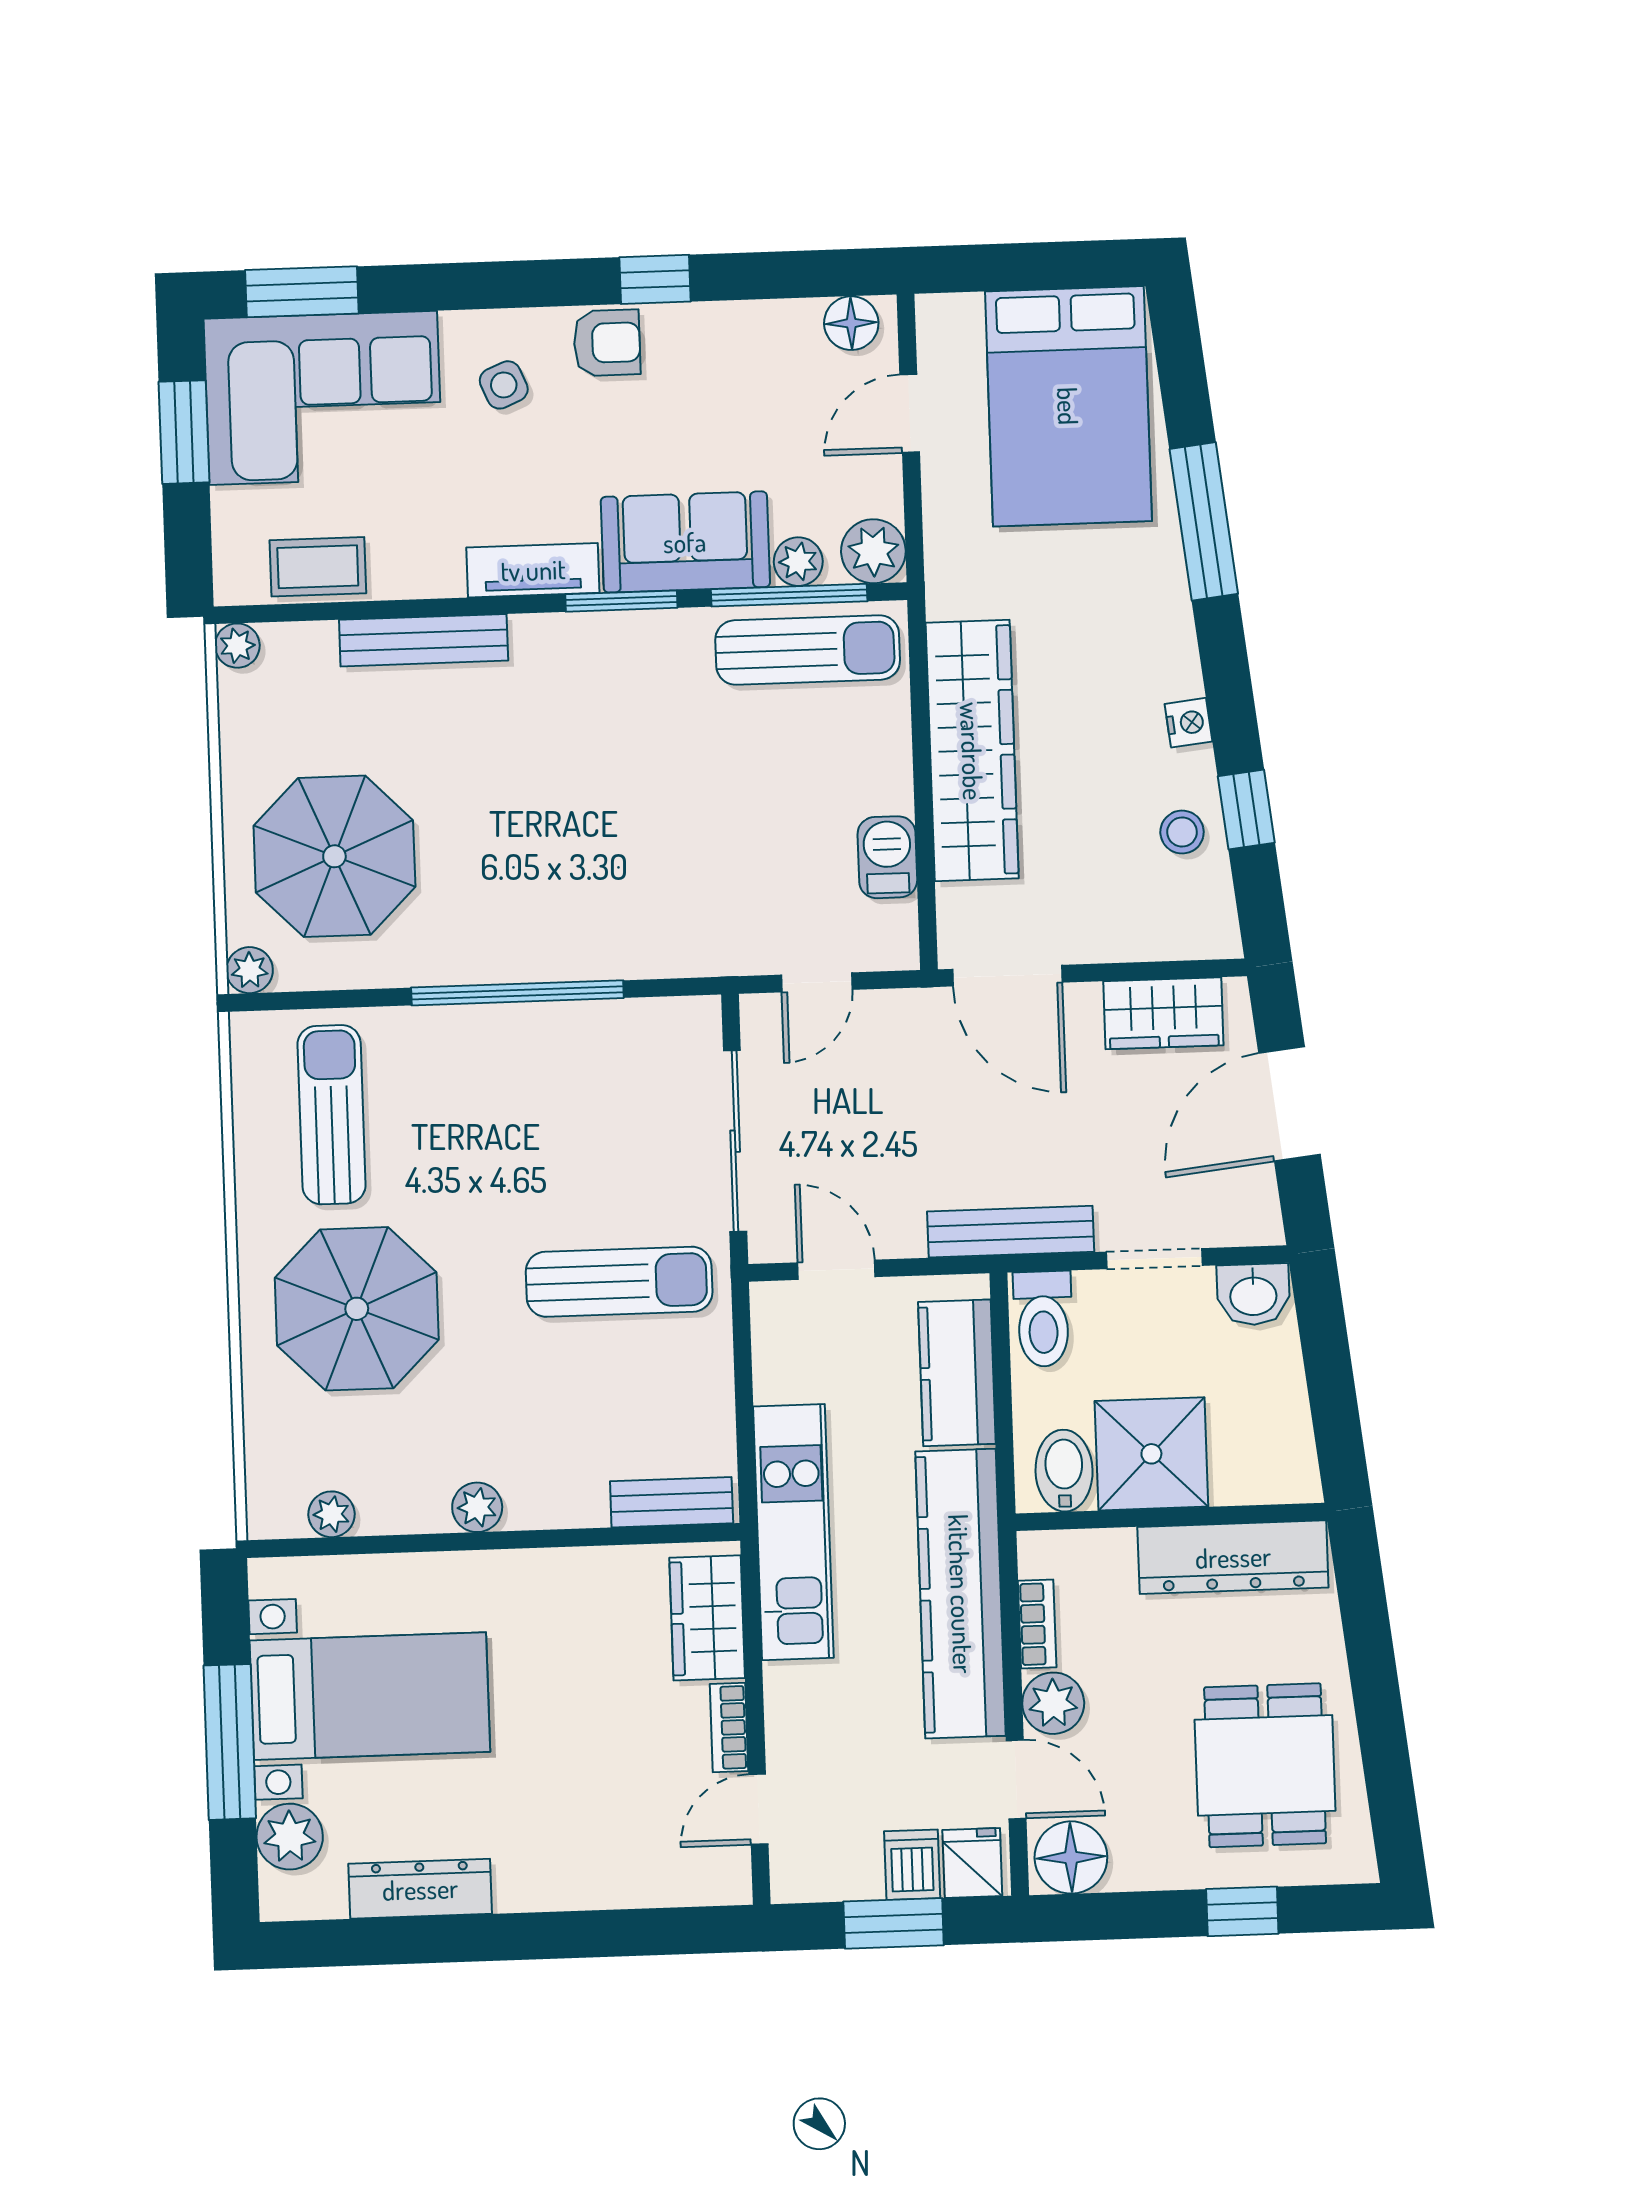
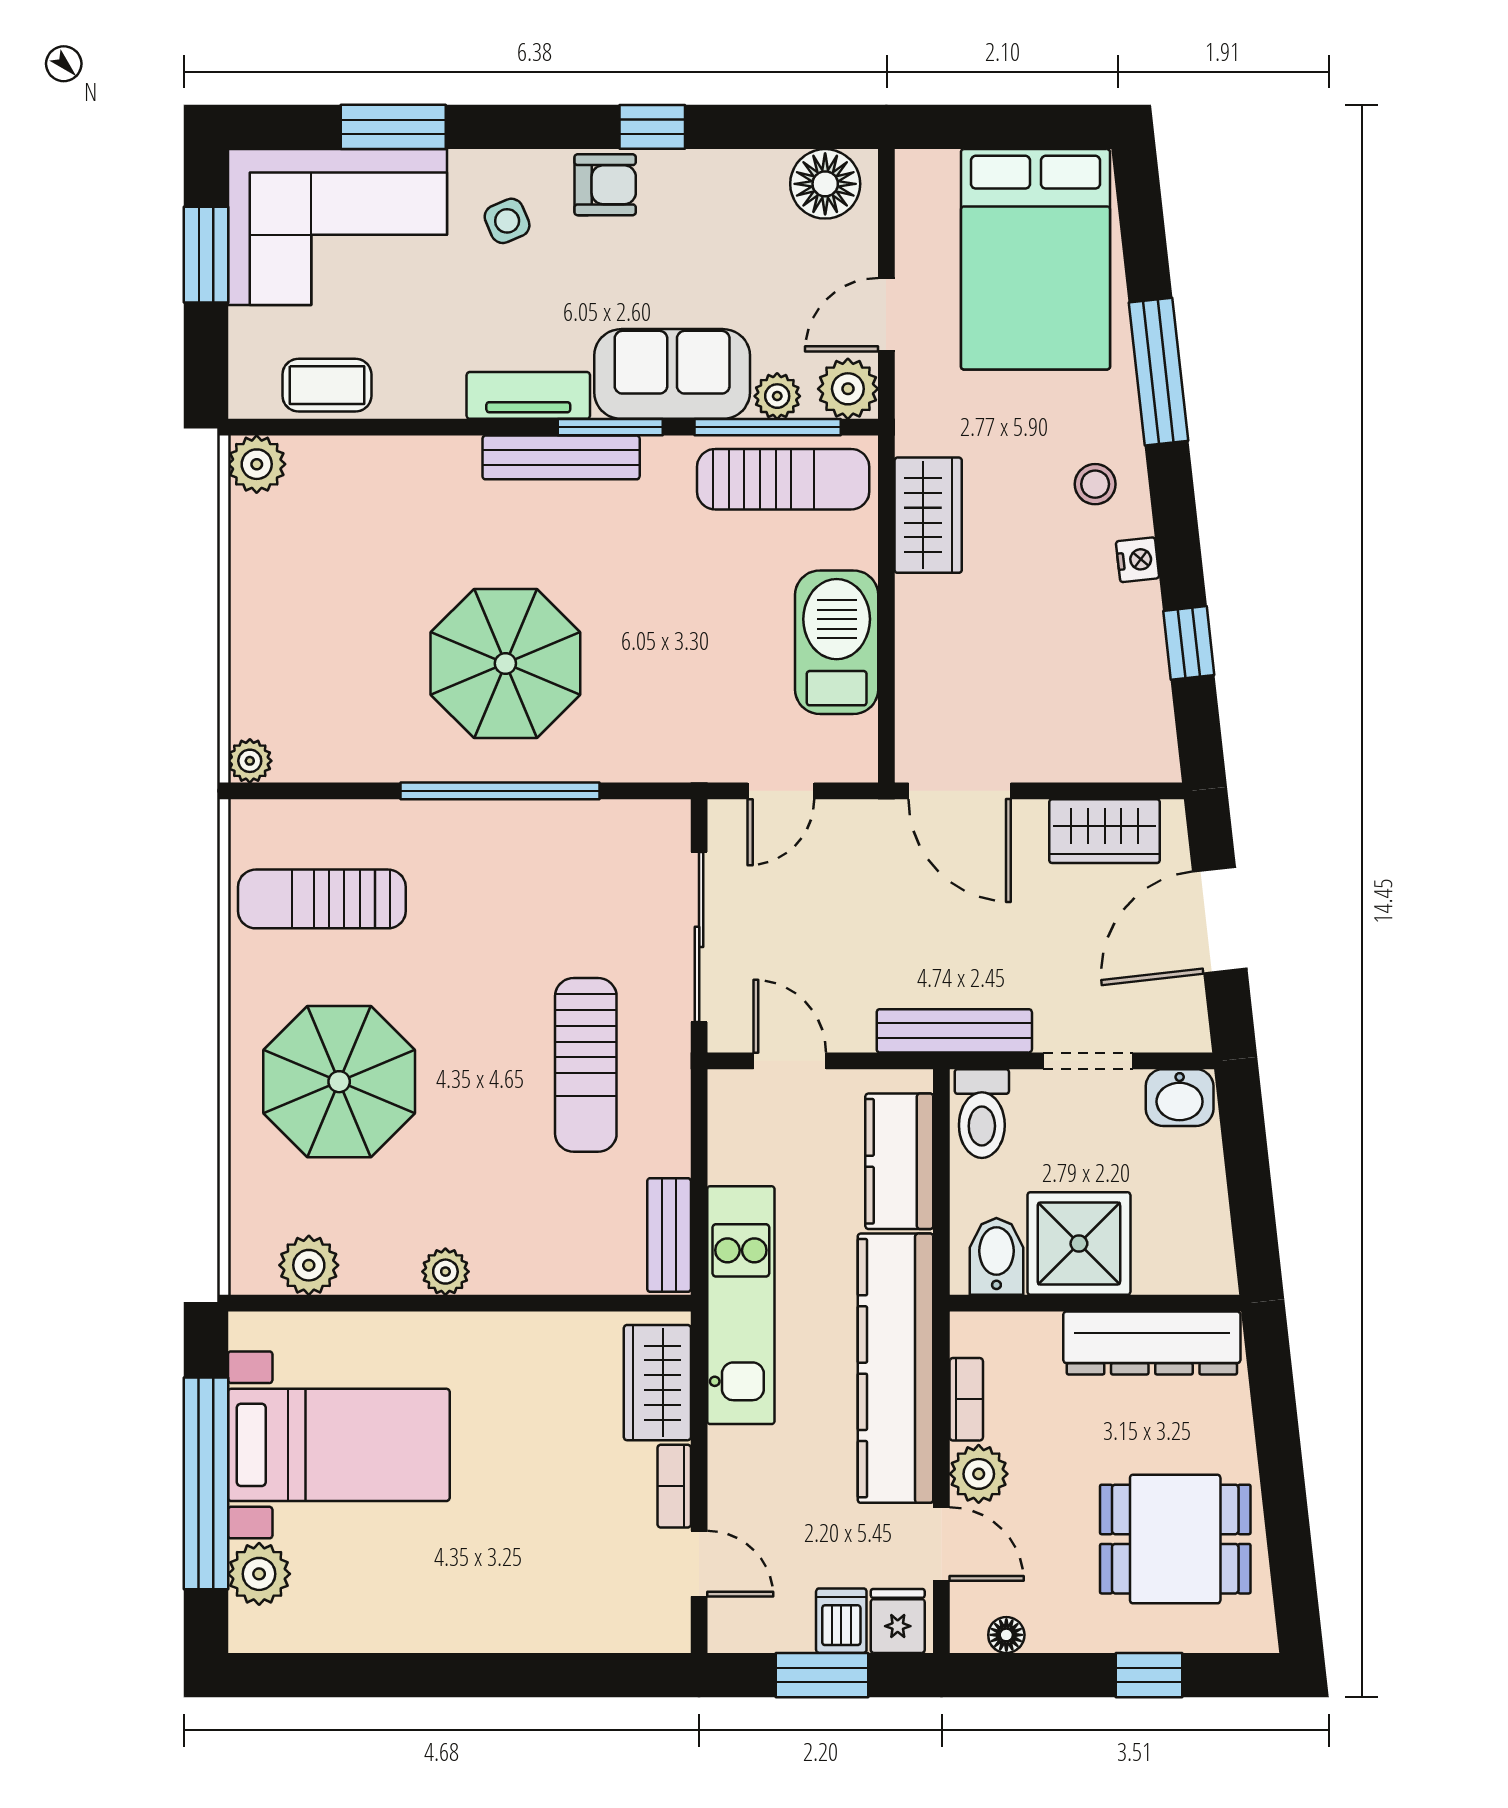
window: (302, 292) -> (393, 127), moved
floor lamp: (851, 323) -> (825, 184), width x1.38, depth x1.38
door: (910, 413) -> (886, 315), moved
bench: (424, 640) -> (561, 457), moved
plant: (237, 646) -> (257, 464), width x1.38, depth x1.38
wardrobe: (972, 751) -> (928, 515), width x0.48, depth x0.85
stool: (1182, 832) -> (1095, 484), moved
parasol: (334, 856) -> (505, 663), moved
barbecue: (887, 857) -> (837, 642), width x1.88, depth x1.53
sun lounger: (332, 1115) -> (322, 899), turned -90
sun lounger: (619, 1282) -> (586, 1065), turned 90
bench: (672, 1502) -> (669, 1235), moved, turned 90
plant: (331, 1514) -> (309, 1265), width x1.38, depth x1.38
window: (230, 1742) -> (206, 1483), width x1.46
dining table: (1265, 1765) -> (1175, 1539), turned 90
door: (758, 1809) -> (699, 1564), swing flipped
floor lamp: (1071, 1857) -> (1006, 1635), width x0.53, depth x0.53
dresser: (420, 1889) -> (380, 1627), removed

